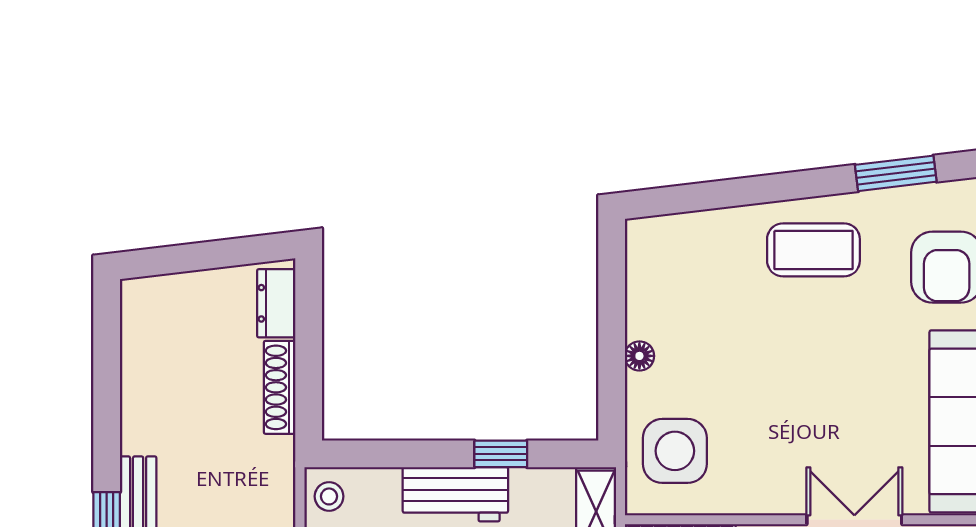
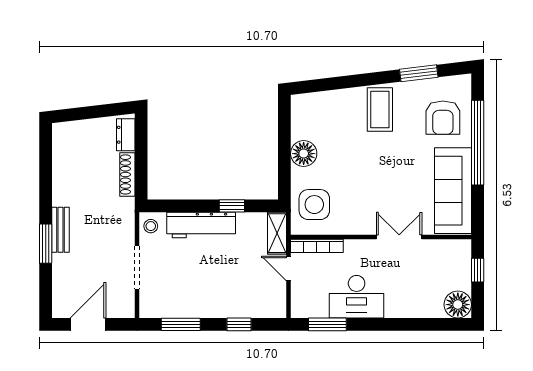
coffee table: (813, 250) -> (380, 109), turned 90
floor lamp: (639, 356) -> (304, 154), width x1.89, depth x1.89
workbench: (455, 494) -> (201, 225), width x1.38

